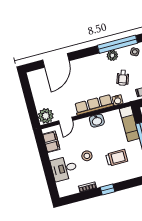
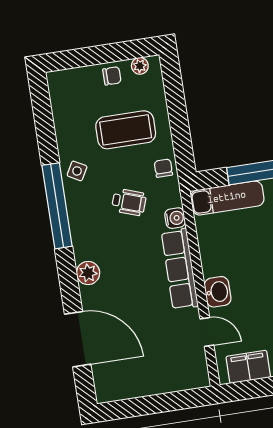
plant: (112, 55) -> (88, 273), moved
plant: (46, 116) -> (192, 373), removed
washbasin: (97, 121) -> (218, 292), moved

